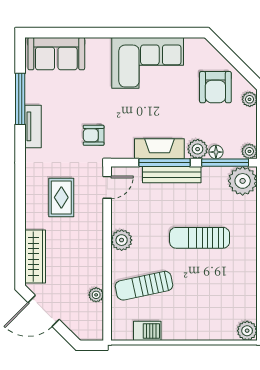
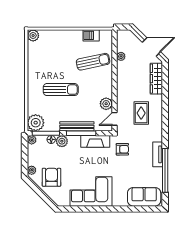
window: (20, 99) -> (165, 170), width x1.46
fireplace: (159, 149) -> (95, 141), moved
plant: (122, 240) -> (106, 104), moved

